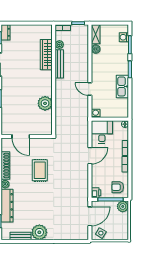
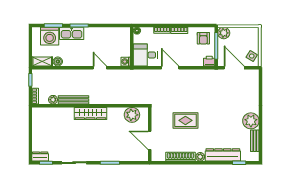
washing machine: (124, 37) -> (50, 36), width x1.89, depth x1.89
wardrobe: (46, 55) -> (90, 113), moved
kitchen sink: (122, 86) -> (72, 33), moved
door: (90, 89) -> (100, 68), swing flipped
plant: (45, 103) -> (132, 115), moved
door: (21, 136) -> (150, 140), swing flipped

